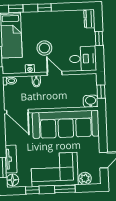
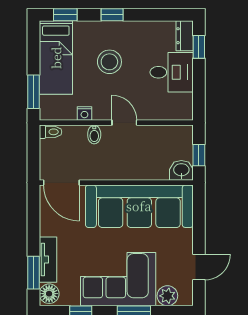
window: (99, 38) -> (199, 47), moved
stool: (44, 48) -> (109, 62), moved
desk: (83, 59) -> (172, 72), moved

